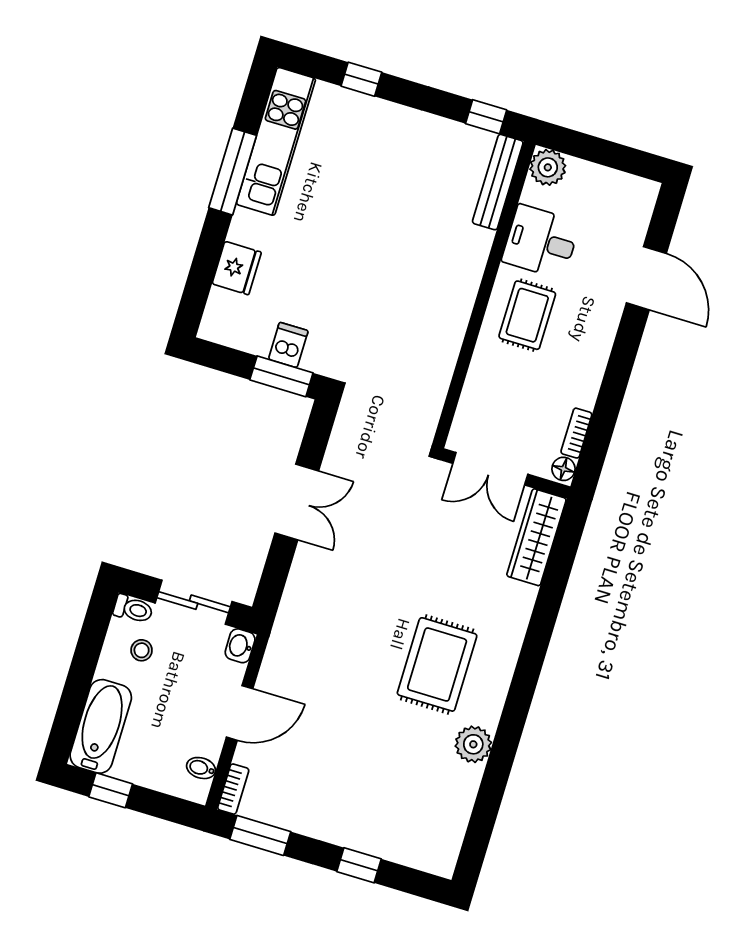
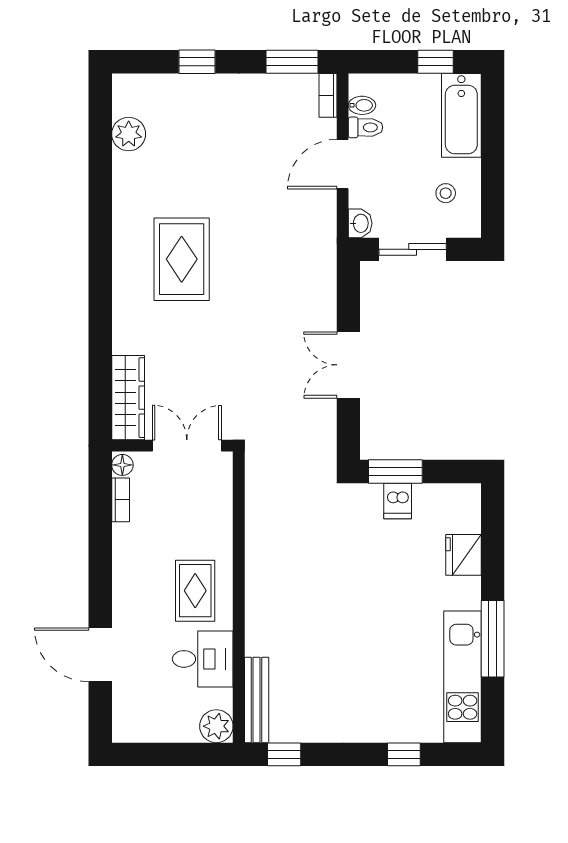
toilet: (133, 609) -> (366, 127), moved, turned 180
plant: (473, 744) -> (129, 134), moved

